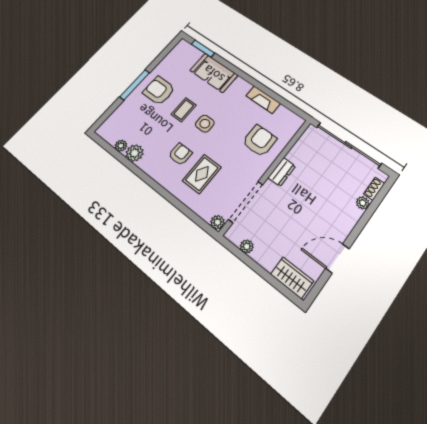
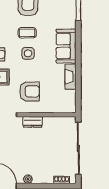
sofa: (214, 73) -> (66, 46), moved
armchair: (259, 141) -> (30, 91), moved
plant: (363, 203) -> (28, 179), moved

